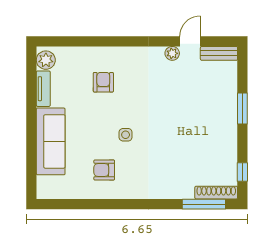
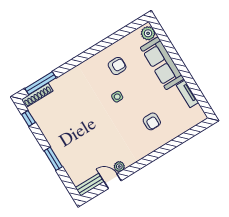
door: (190, 41) -> (113, 181), swing flipped
plant: (46, 60) -> (148, 33), moved

